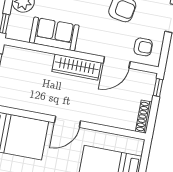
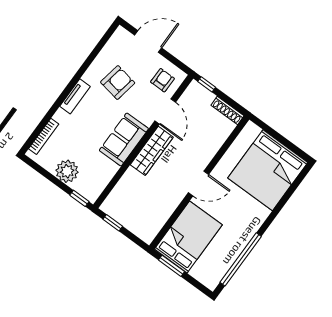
sofa: (54, 34) -> (124, 140), moved
door: (67, 122) -> (198, 184), hinge flipped

